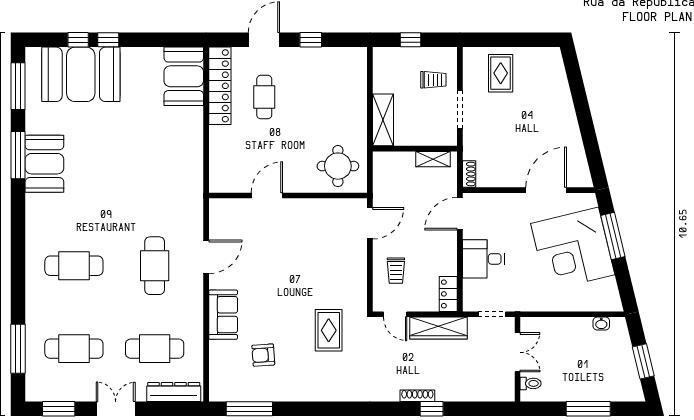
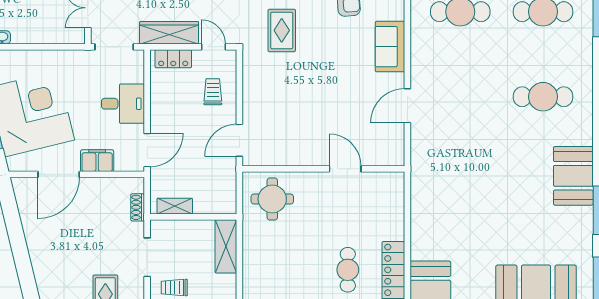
booth: (44, 164) -> (573, 176), moved
shoe rack: (469, 174) -> (138, 207), moved
door: (267, 195) -> (345, 169), swing flipped
filing cabinet: (509, 203) -> (97, 161), added
cafe table: (155, 266) -> (460, 97), removed
locker: (448, 294) -> (173, 59), moved, turned 90
doorway: (492, 314) -> (114, 47), width x1.38

